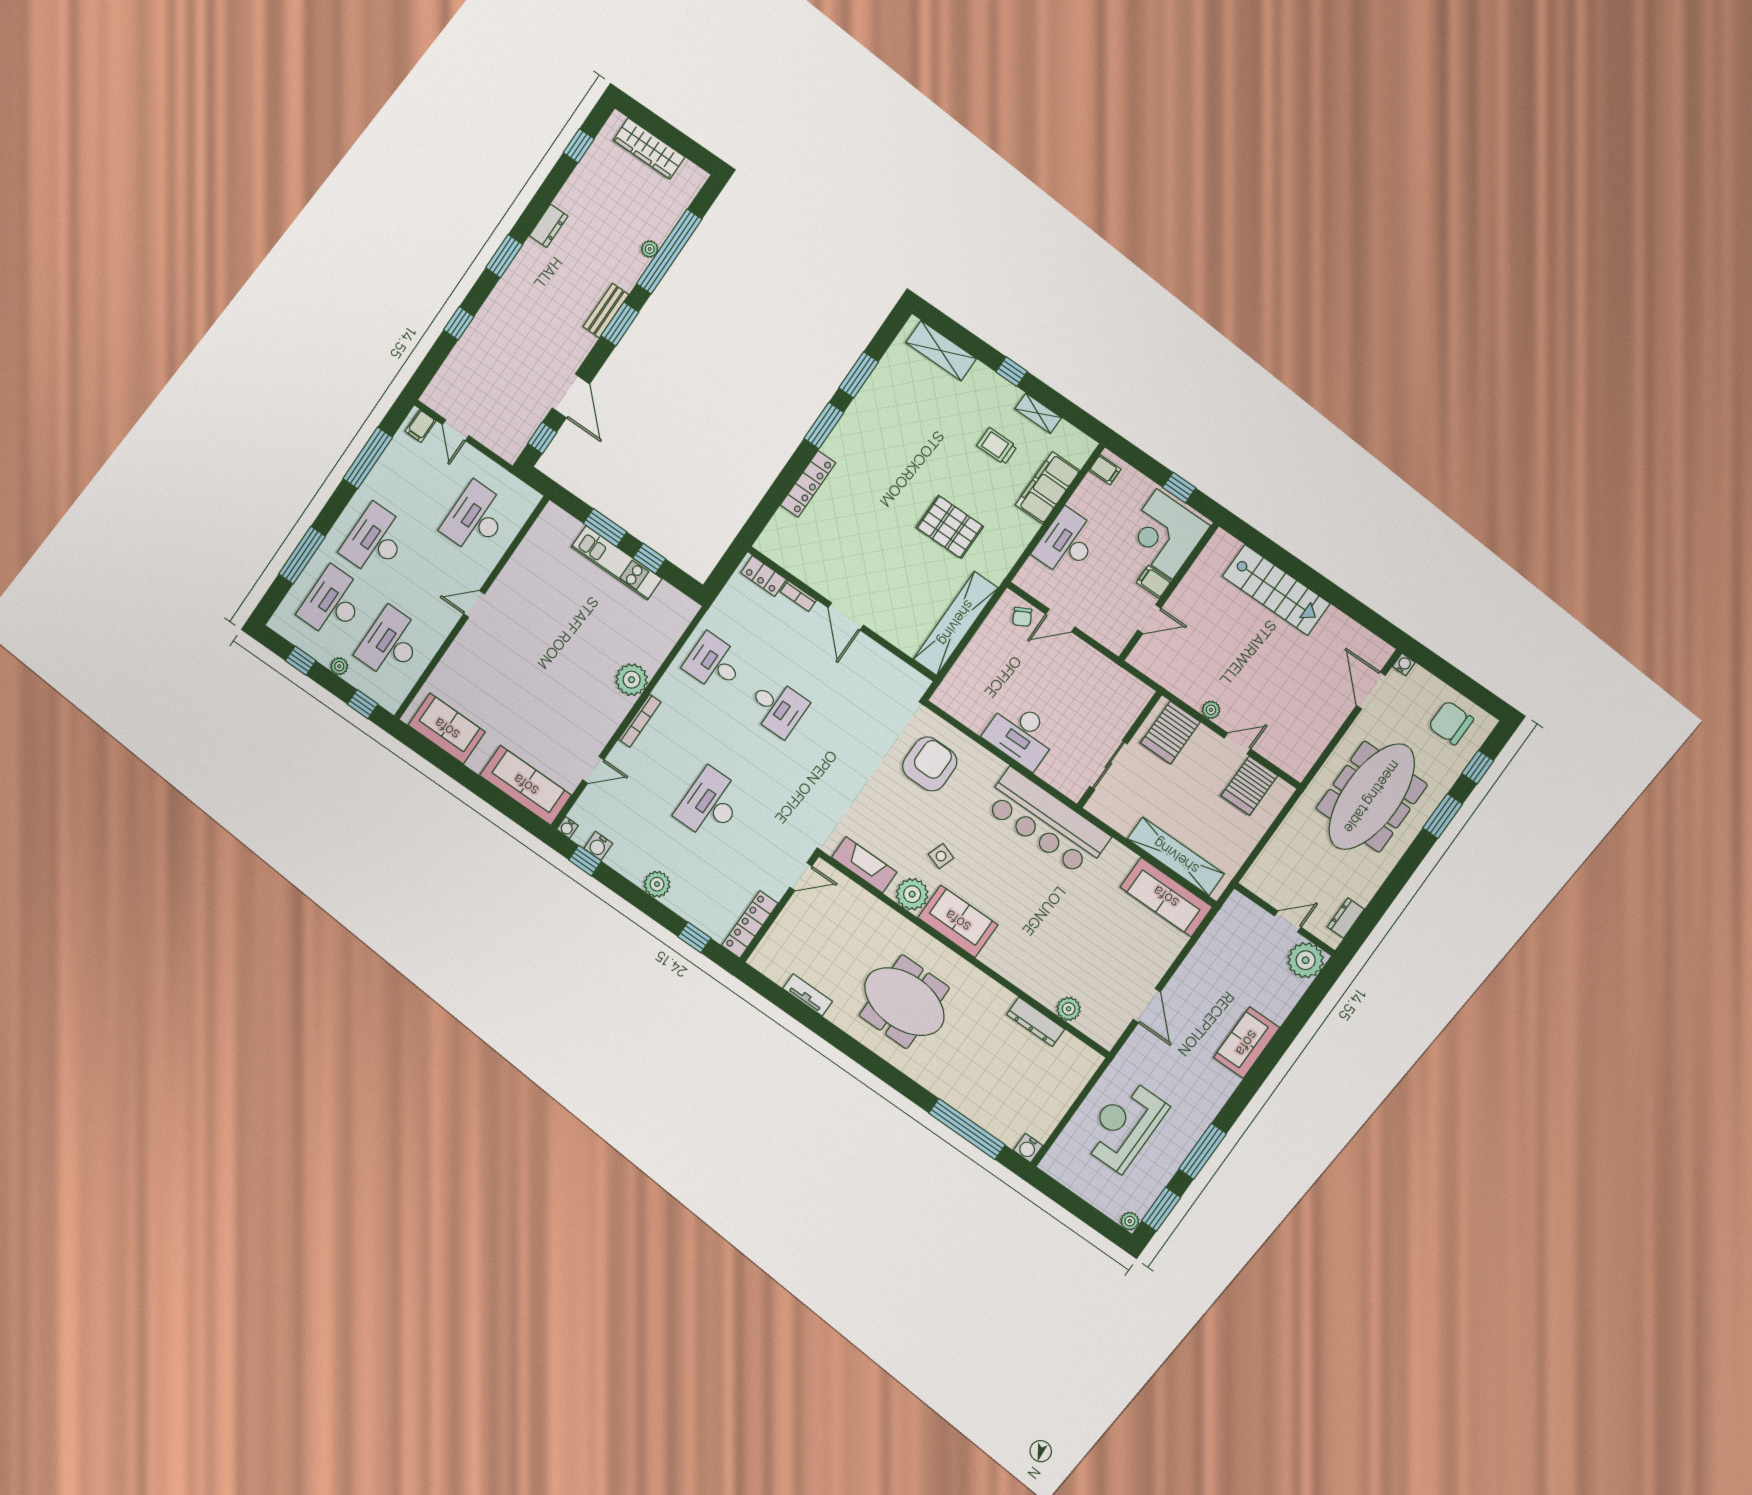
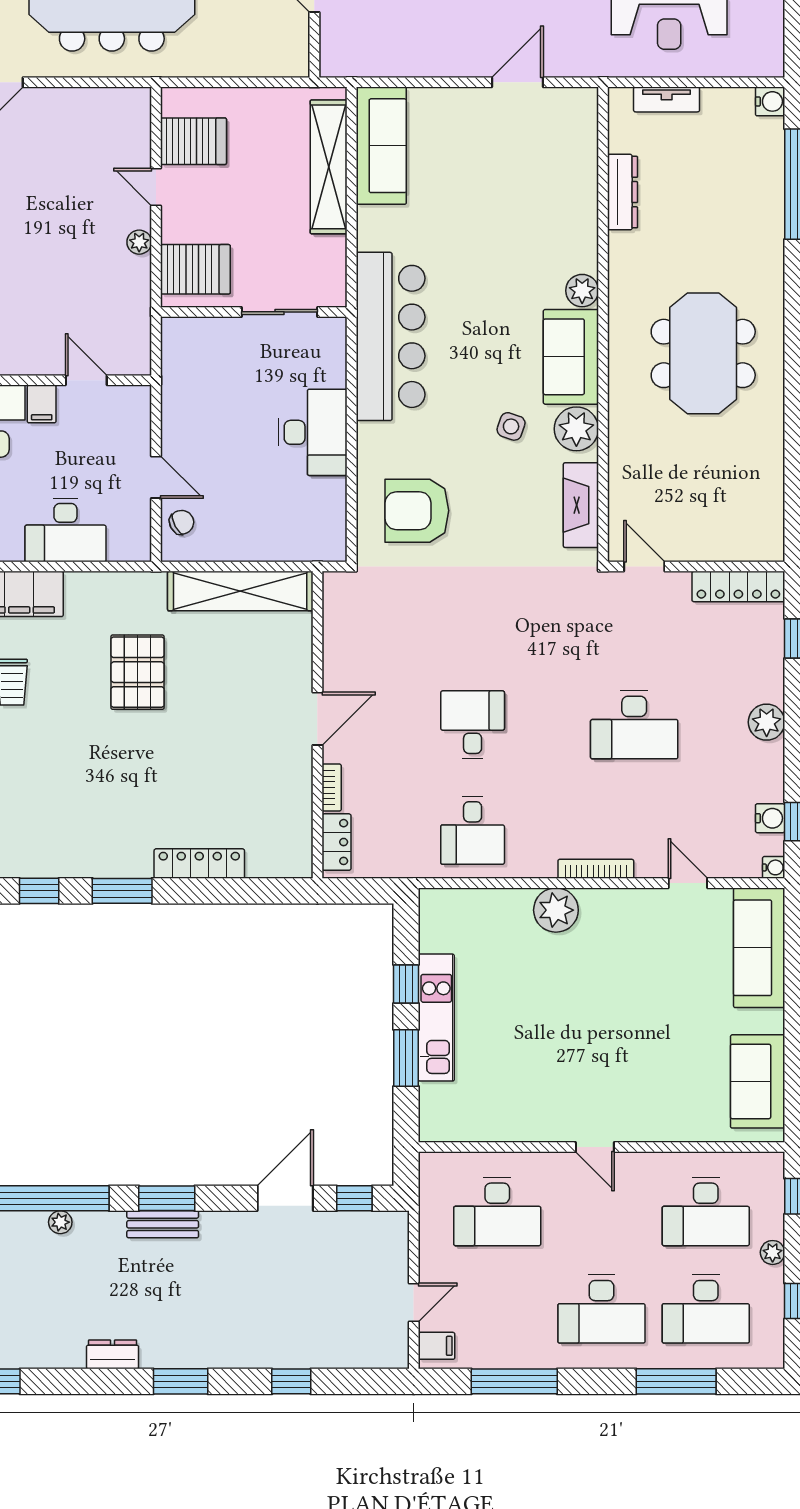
window: (859, 375) -> (39, 891), width x0.67
tv unit: (808, 995) -> (667, 99), moved, turned -90
plant: (1069, 1009) -> (582, 291), moved

